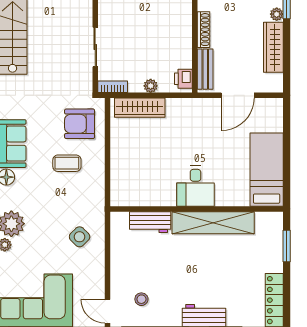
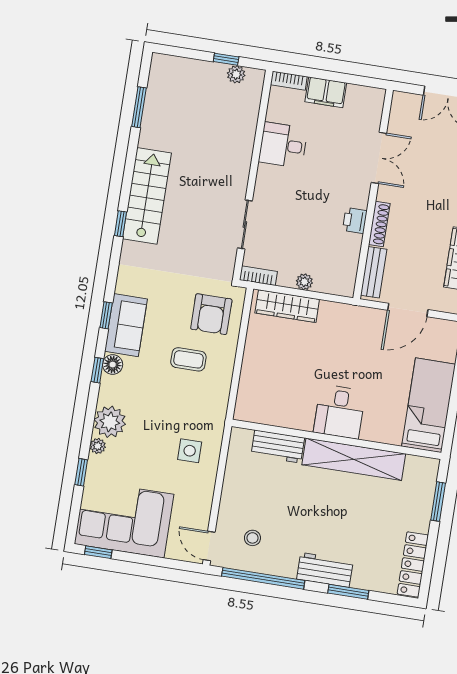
printer: (183, 79) -> (355, 221), moved
armchair: (80, 124) -> (211, 314), turned -90
side table: (80, 237) -> (190, 451), turned 45

